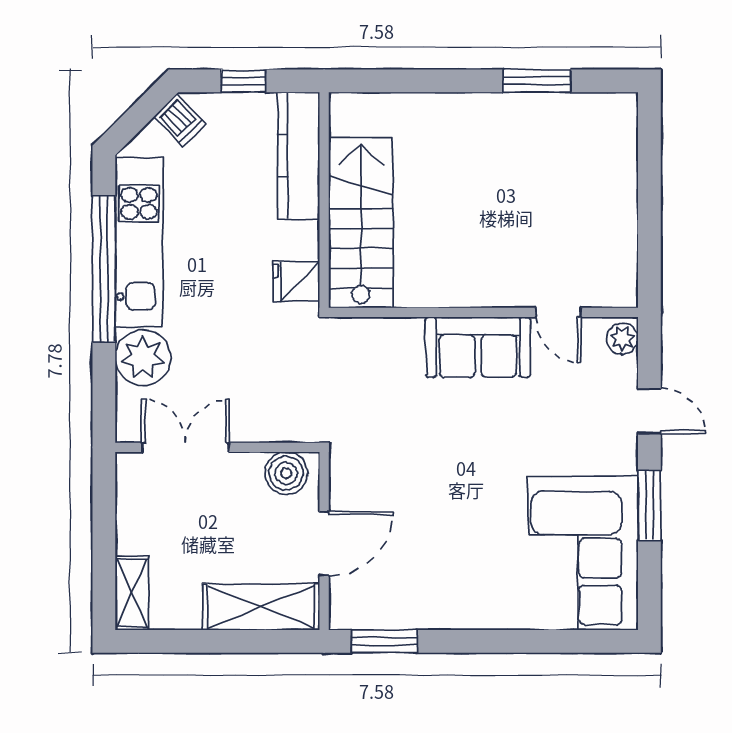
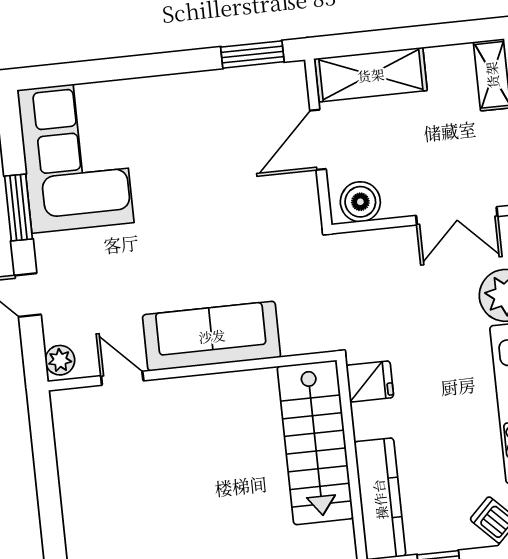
sofa: (478, 347) -> (212, 336), width x1.36

